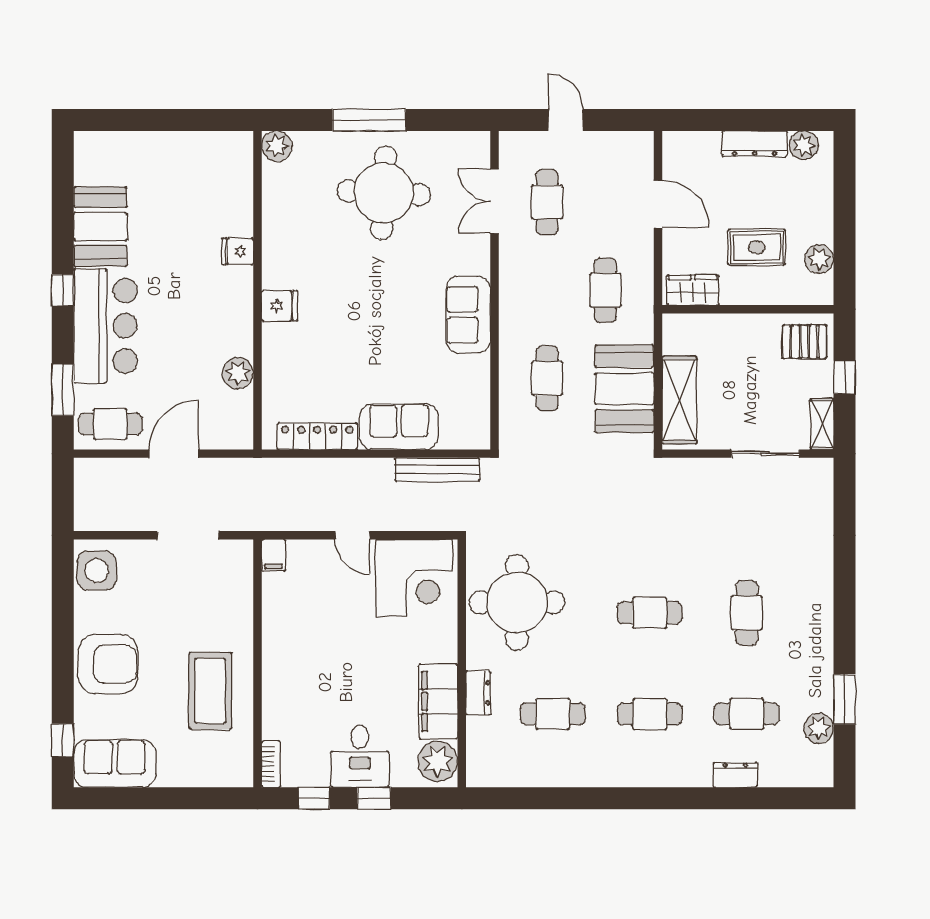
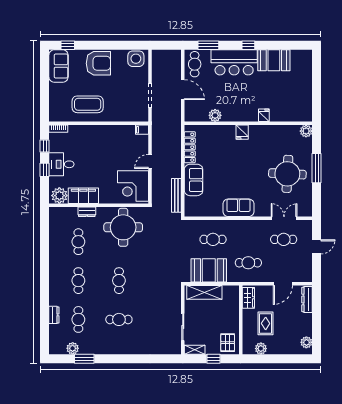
dresser: (755, 144) -> (307, 300), moved
armchair: (108, 664) -> (98, 63), turned -90

